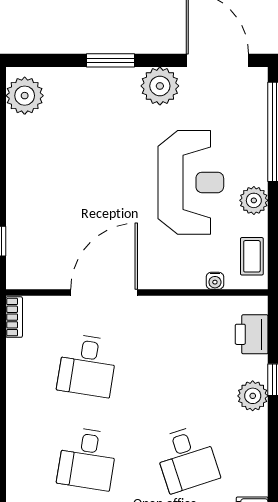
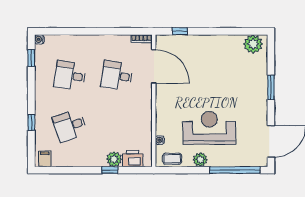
plant: (160, 86) -> (258, 112), removed
reception desk: (191, 182) -> (209, 128), turned 180
door: (104, 293) -> (154, 66), moved
plant: (253, 396) -> (114, 159), moved

